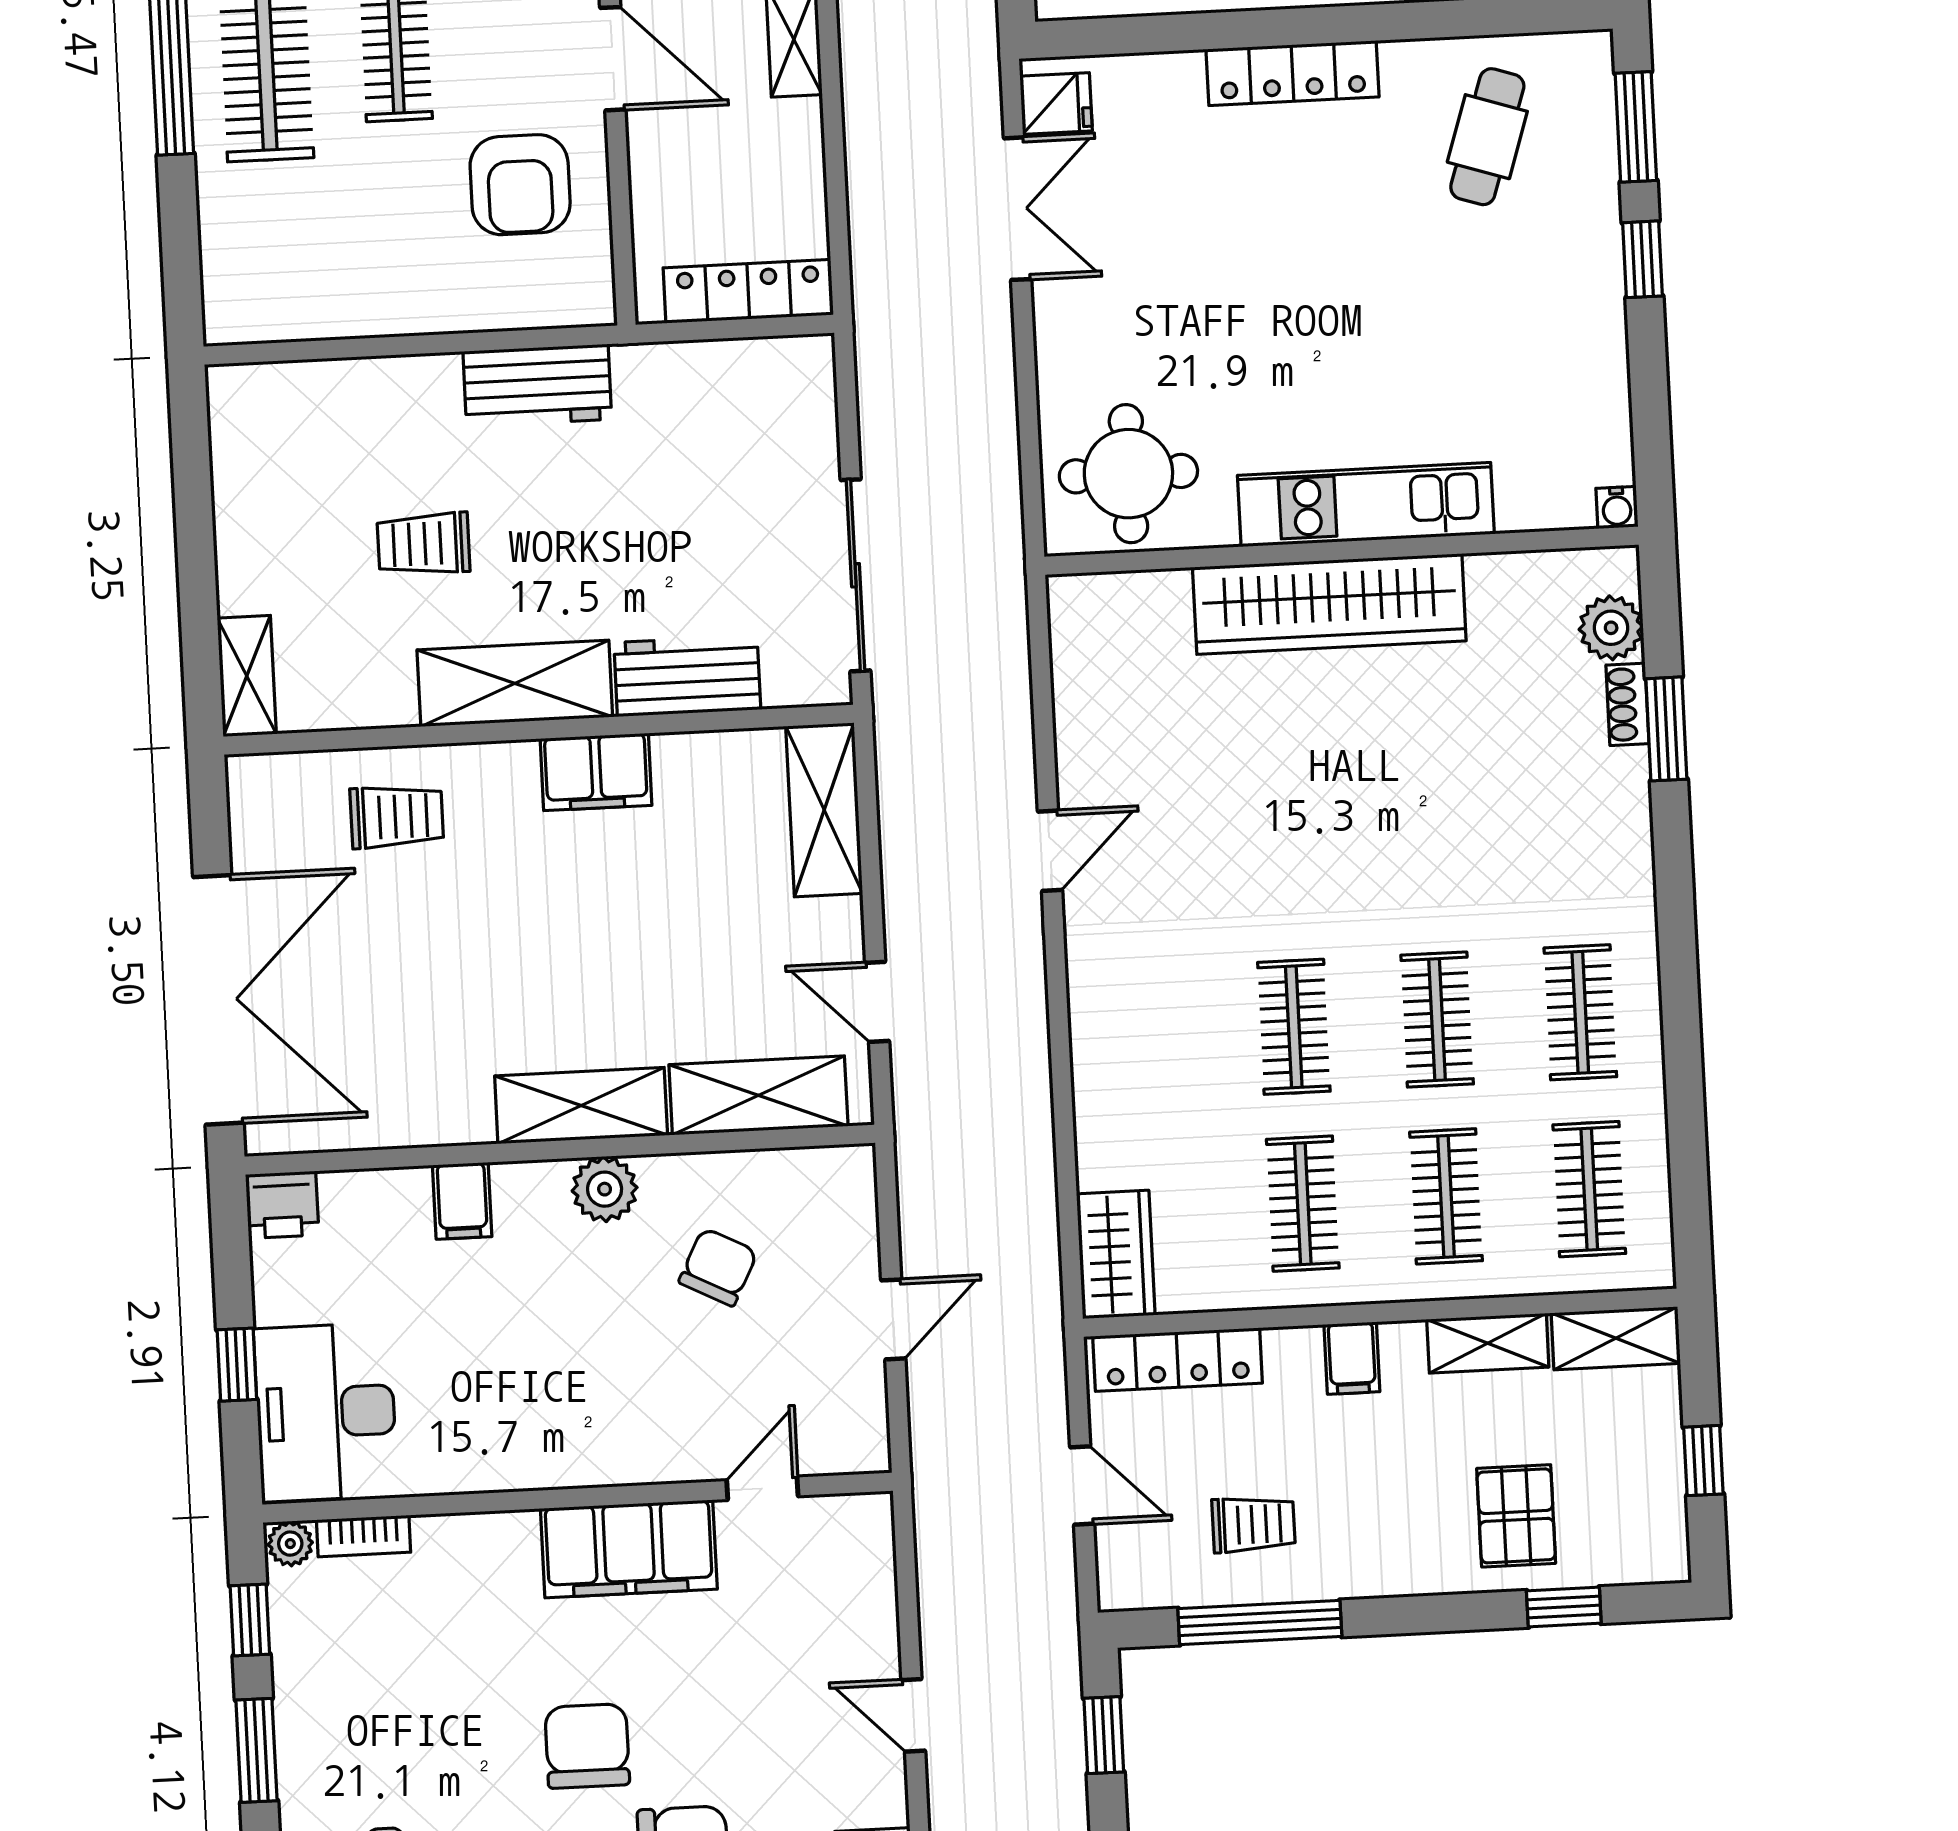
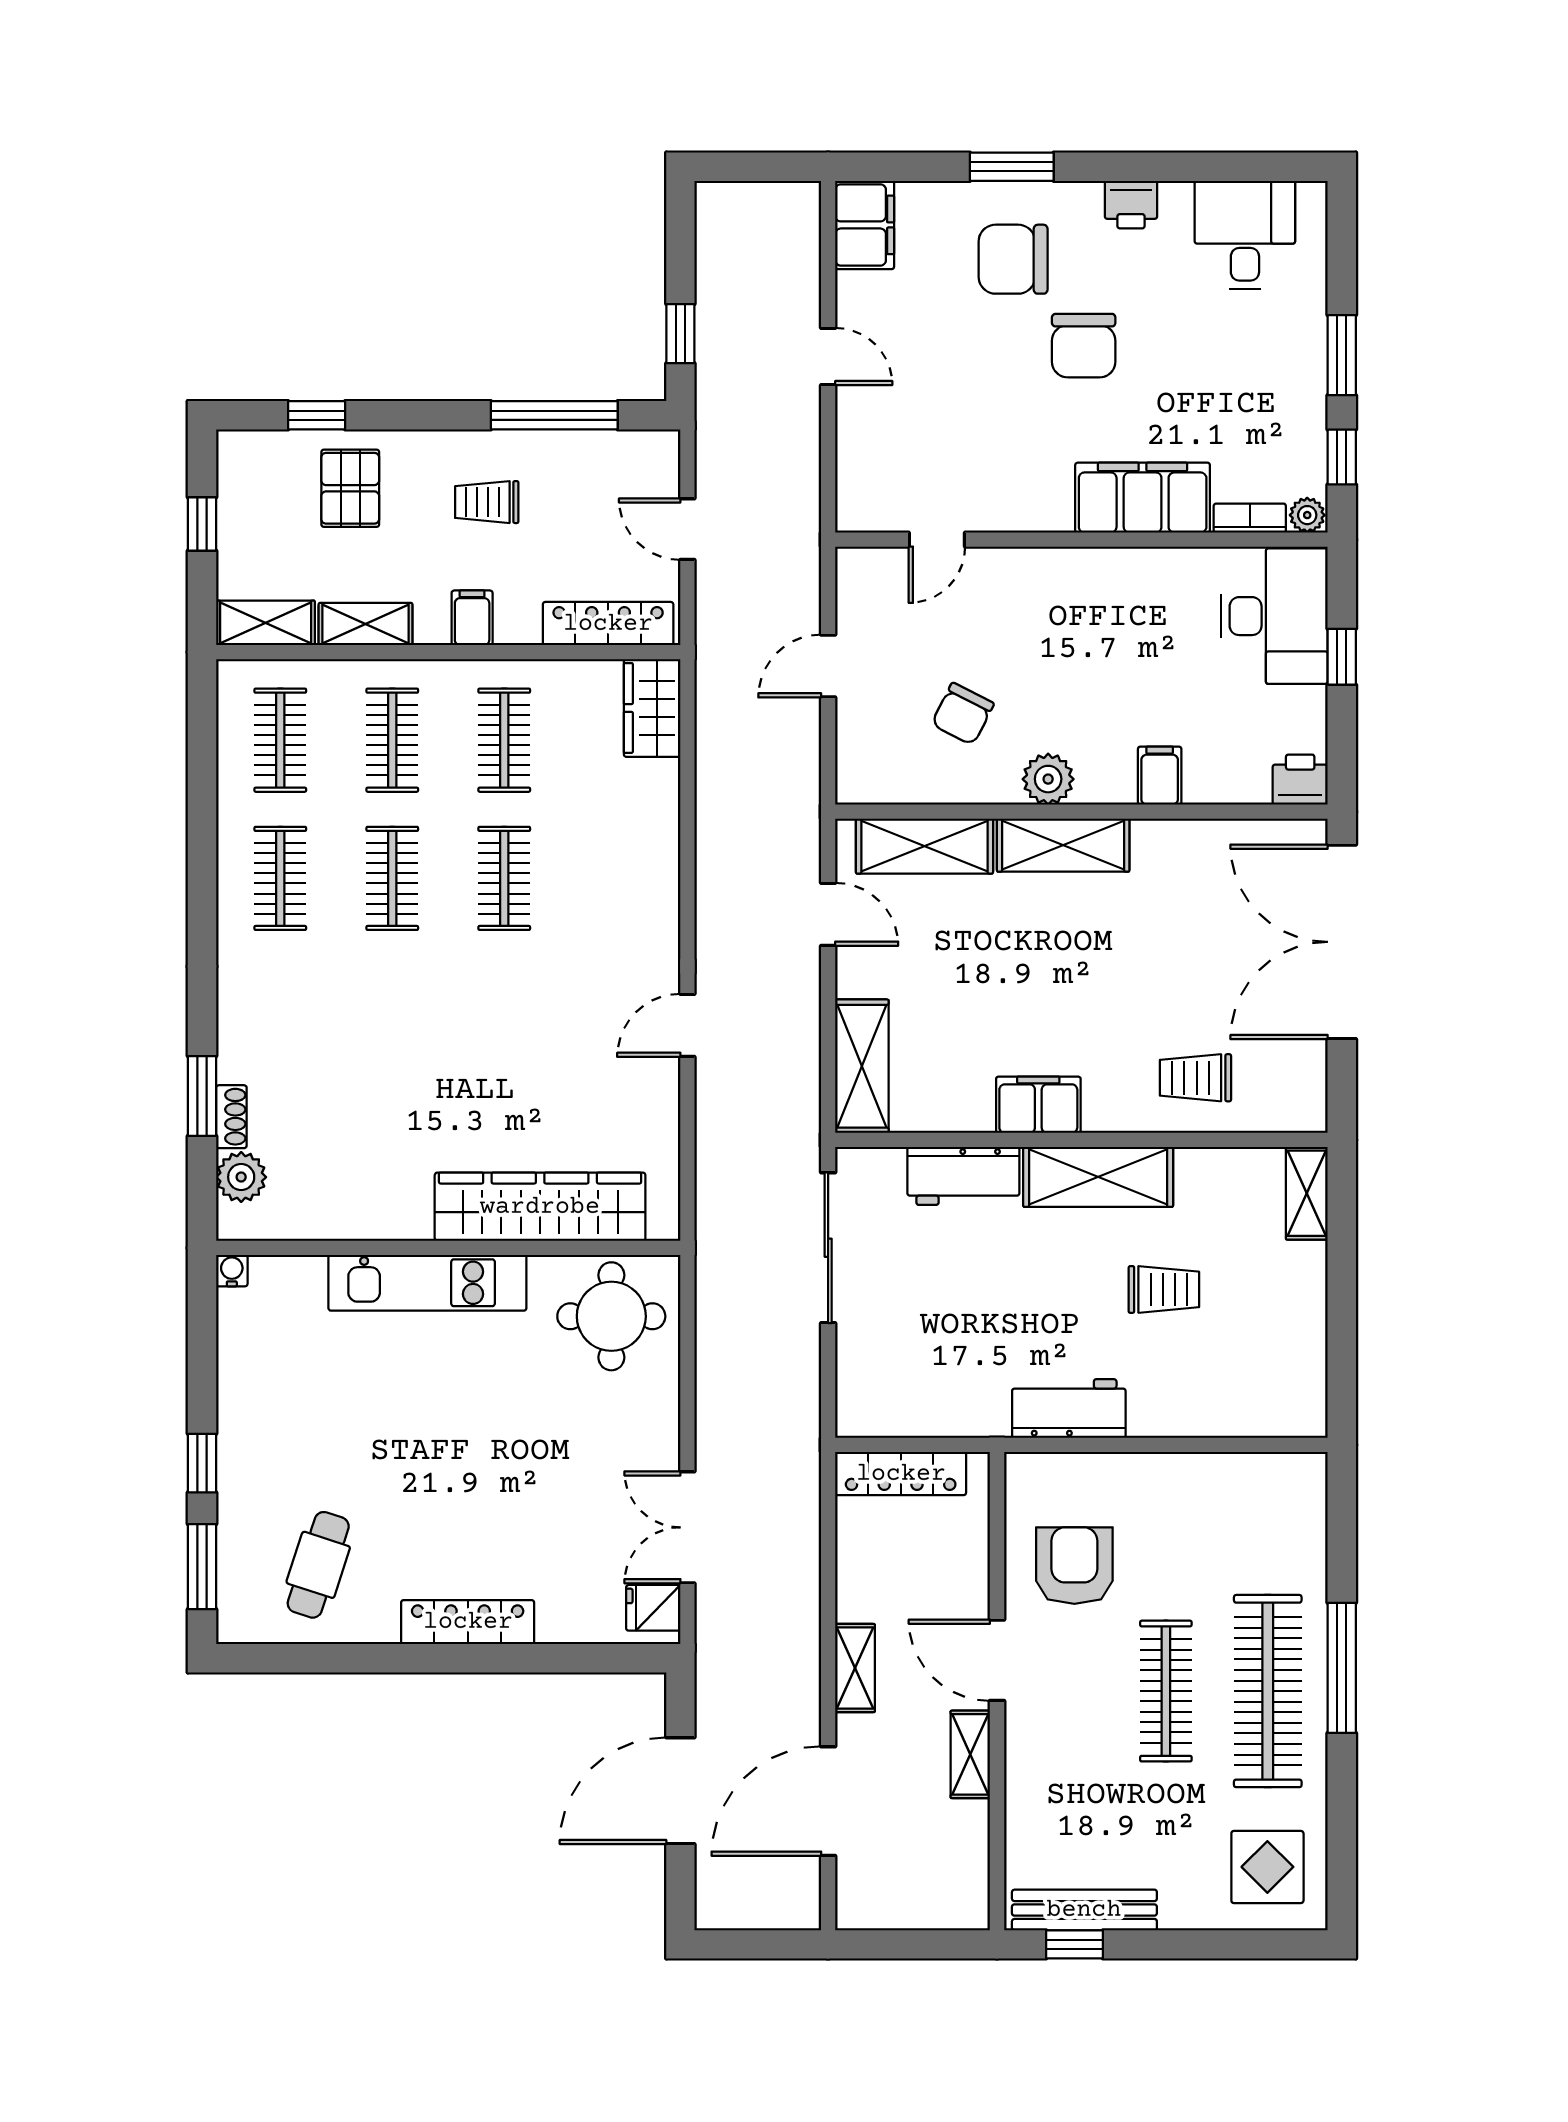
wardrobe: (1329, 604) -> (540, 1207), moved
trolley: (1254, 1524) -> (487, 502), moved
filing cabinet: (629, 1549) -> (1143, 498), moved

